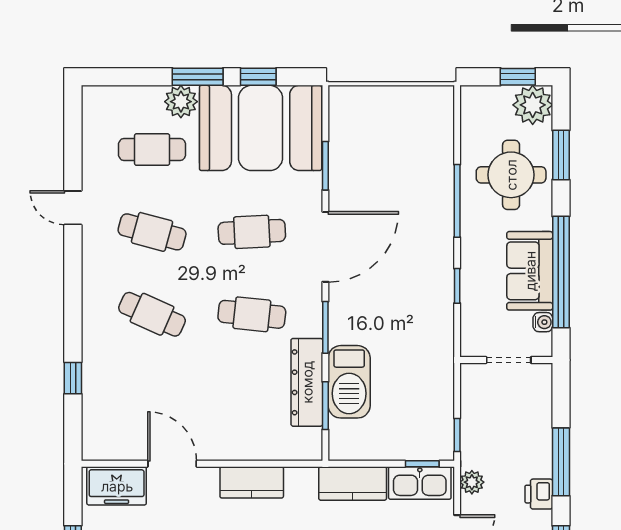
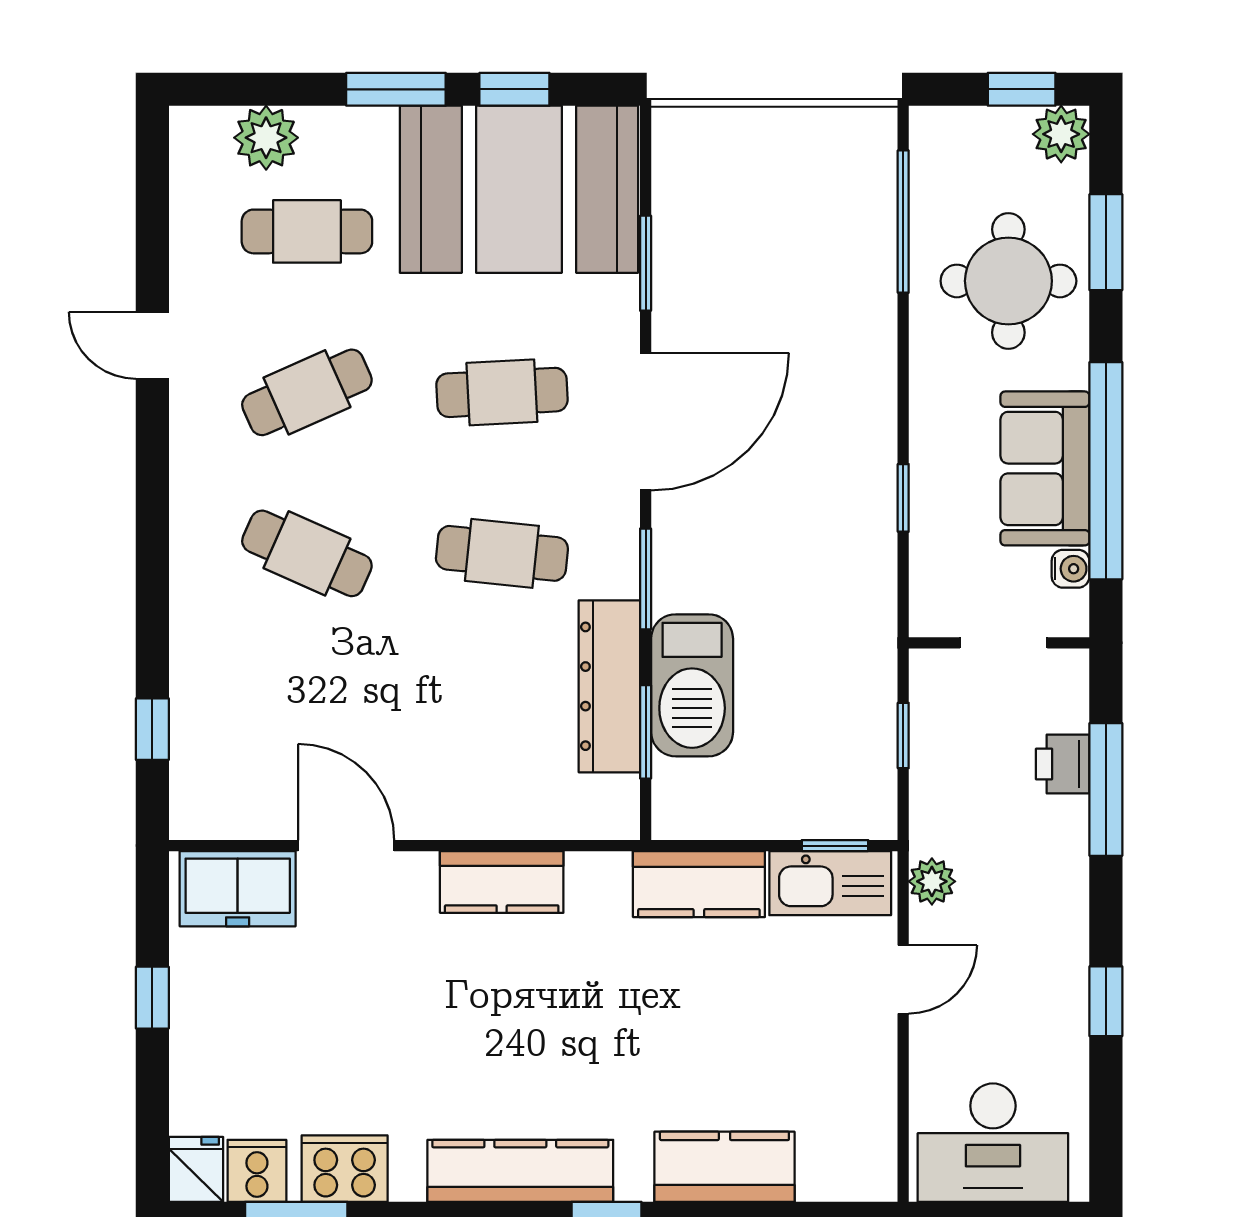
plant: (181, 102) -> (266, 138), moved
plant: (533, 105) -> (1061, 134), width x0.73, depth x0.73
window: (457, 201) -> (903, 222), moved
cafe table: (152, 232) -> (307, 392), turned -39
window: (73, 378) -> (152, 729), moved
window: (457, 435) -> (903, 735), moved
window: (561, 462) -> (1106, 789), moved
printer: (539, 494) -> (1063, 764), moved

